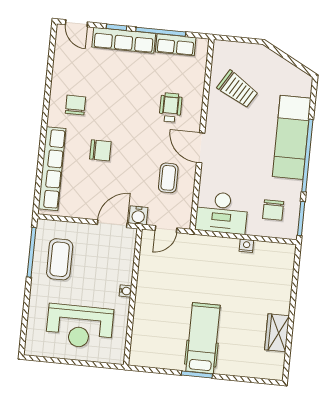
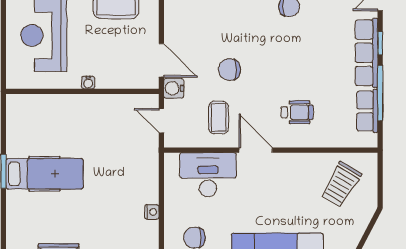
trolley: (238, 89) -> (341, 185), moved
door: (201, 148) -> (256, 150), hinge flipped
chair: (100, 150) -> (229, 70), moved, turned 90
coffee table: (168, 178) -> (219, 117), turned 90
desk: (222, 213) -> (208, 175), moved, turned 90

